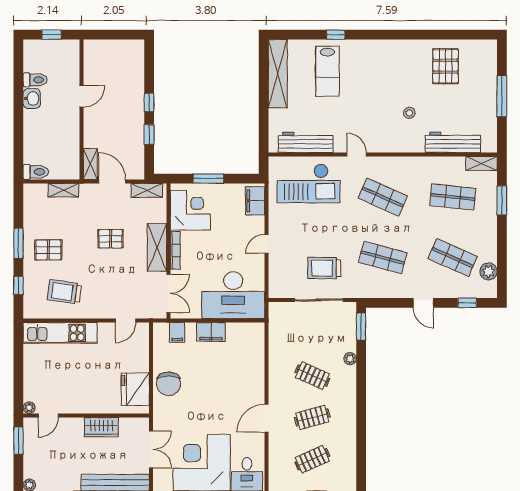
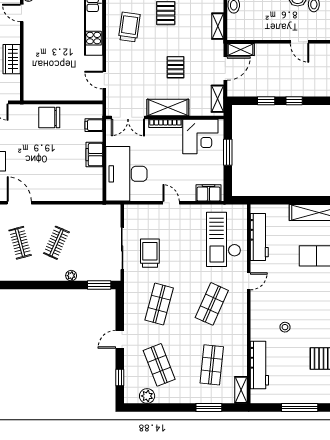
shop shelf: (453, 258) -> (159, 365), turned -45
fridge: (135, 389) -> (45, 89), removed

